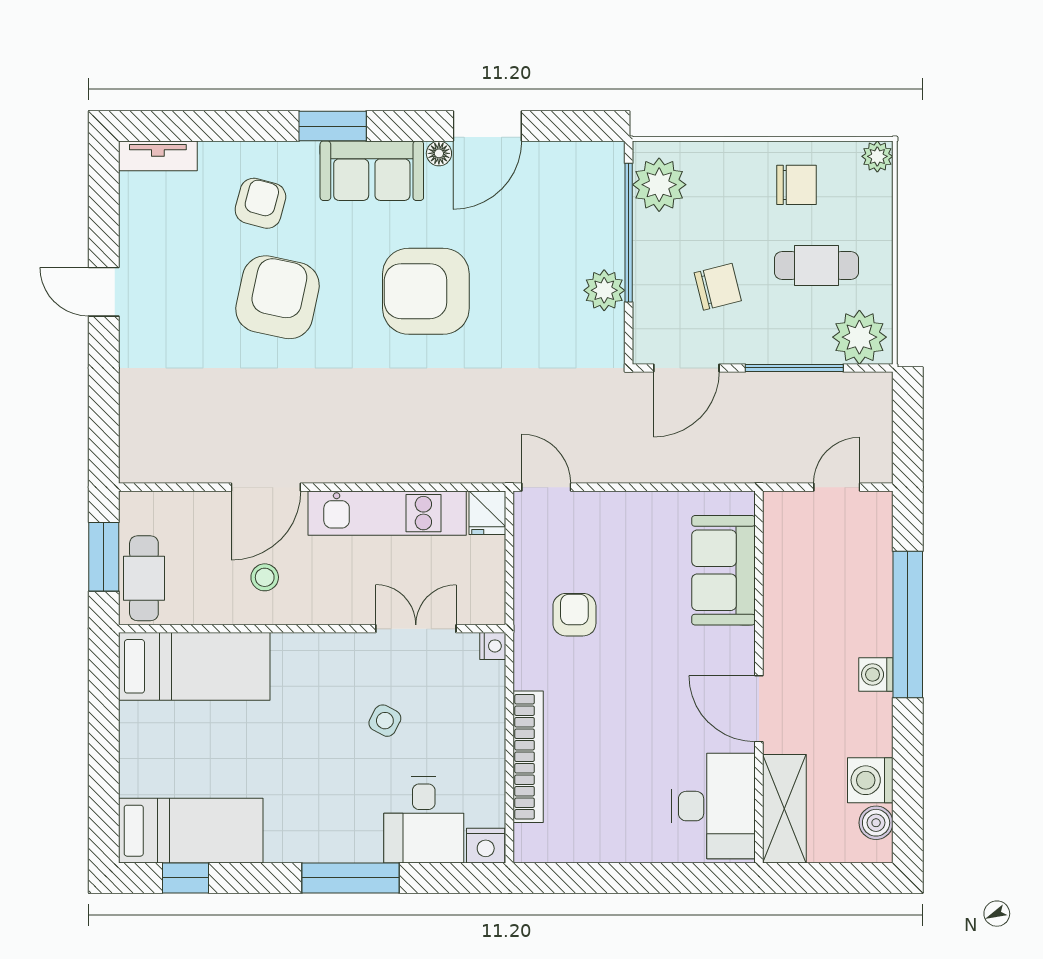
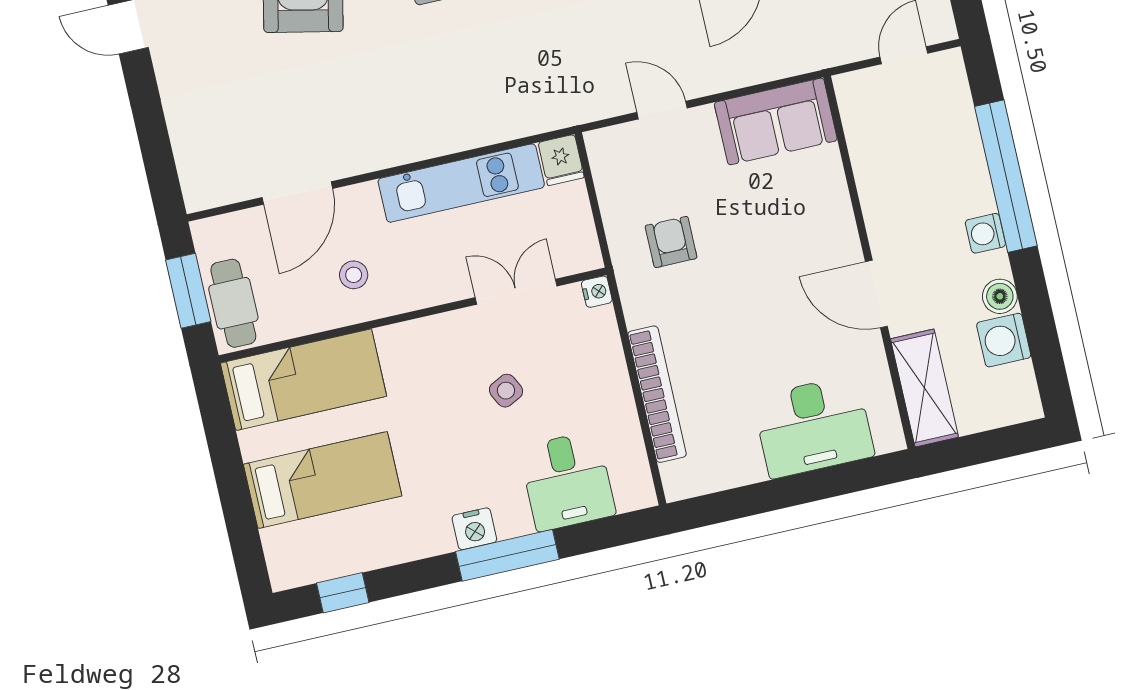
door: (266, 487) -> (297, 193), moved
door: (546, 487) -> (662, 110), moved
sofa: (723, 570) -> (776, 121), moved, turned -90
side table: (385, 721) -> (506, 391), turned 35
desk: (714, 806) -> (813, 427), moved, turned 90
boiler: (876, 823) -> (1000, 296), moved
bed: (191, 831) -> (323, 480), moved
nightstand: (486, 846) -> (474, 529), moved

